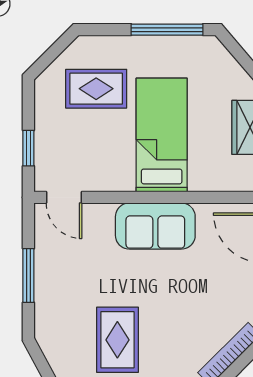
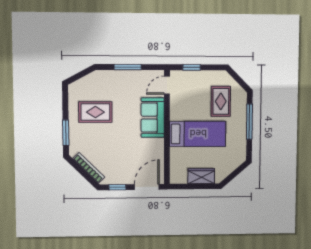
window: (167, 30) -> (249, 122), moved
sofa: (155, 226) -> (153, 118), moved

